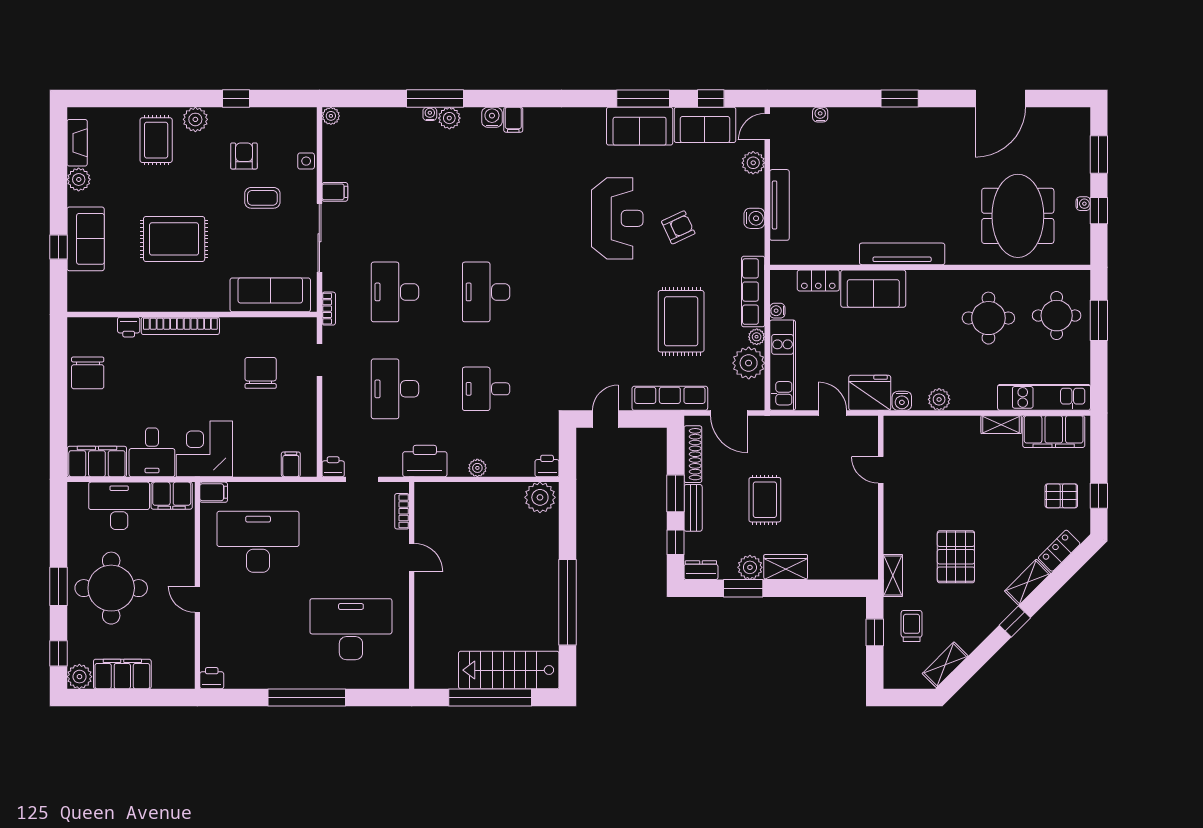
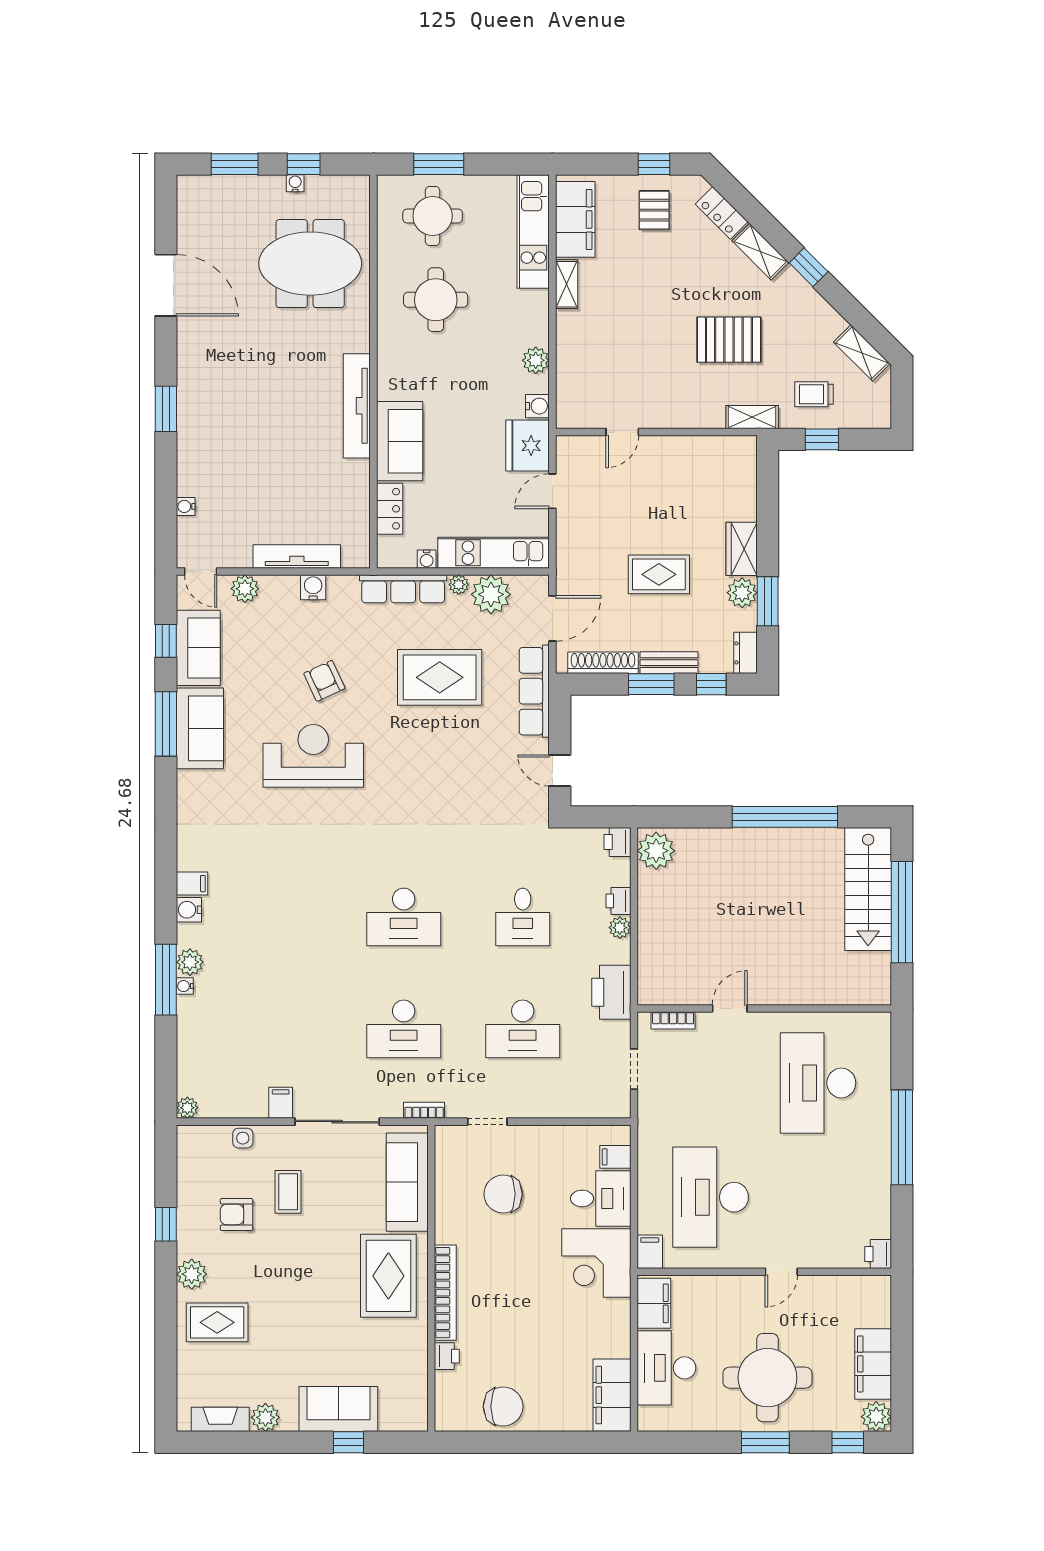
rug: (174, 239) -> (388, 1276), moved
desk: (152, 452) -> (601, 1198), moved
printer: (333, 467) -> (618, 901), moved

